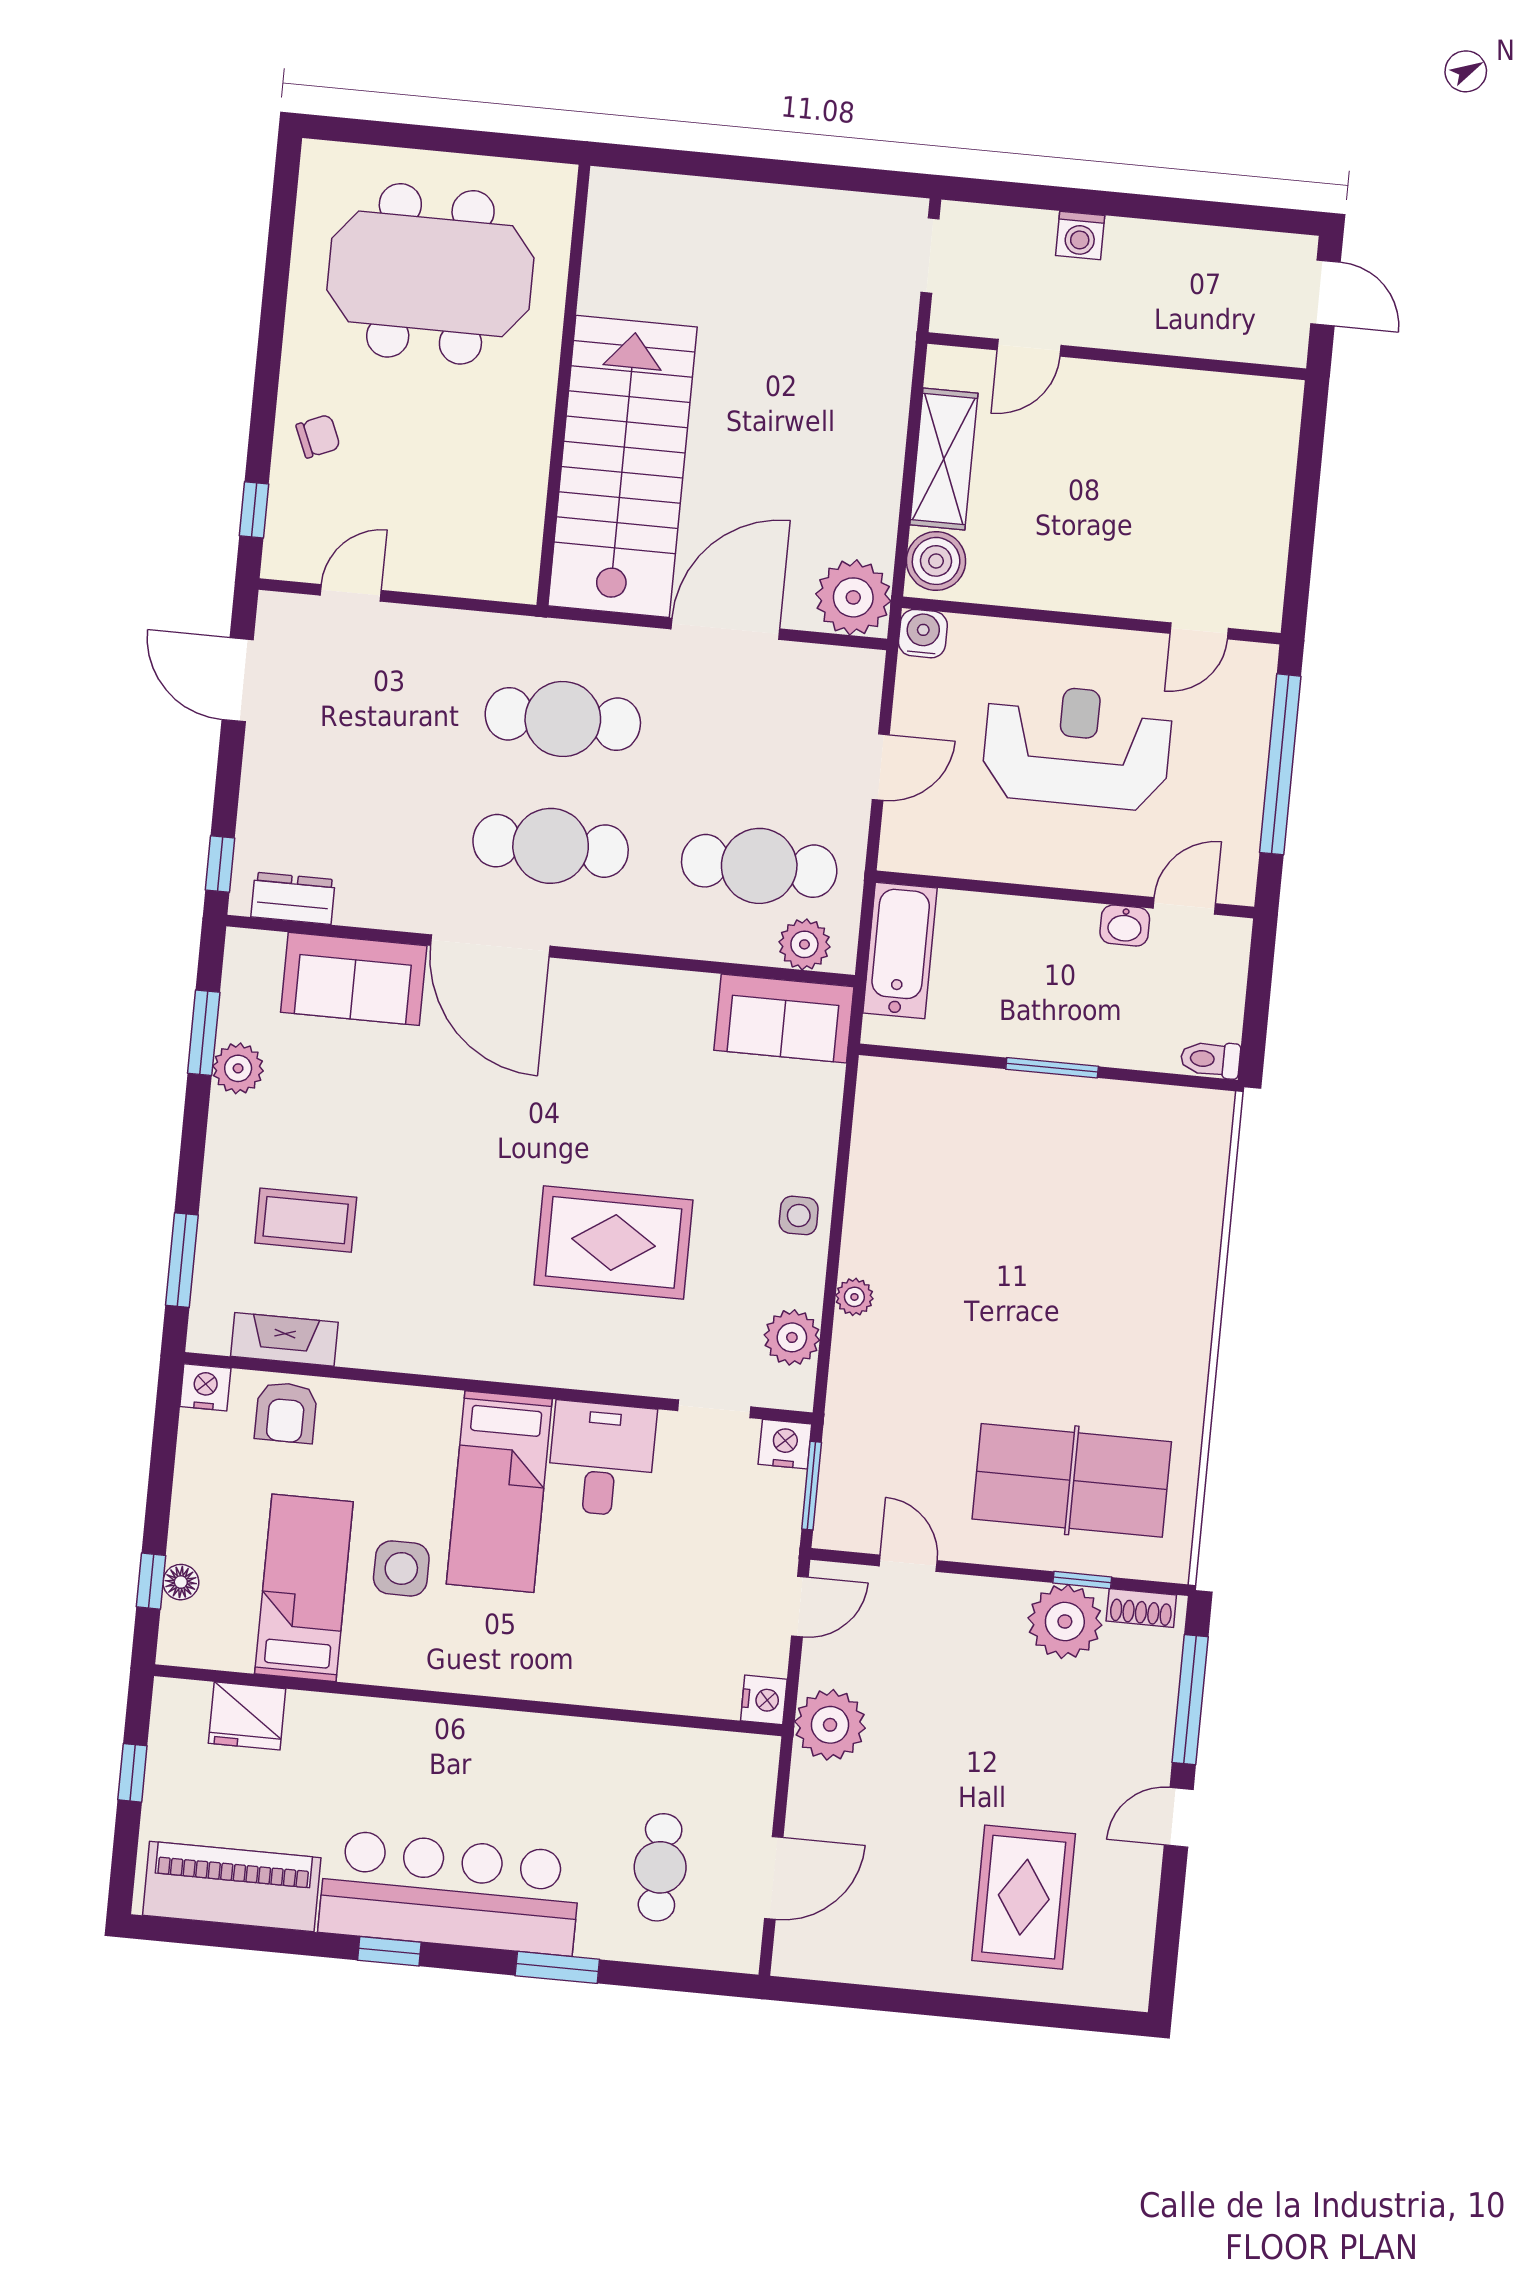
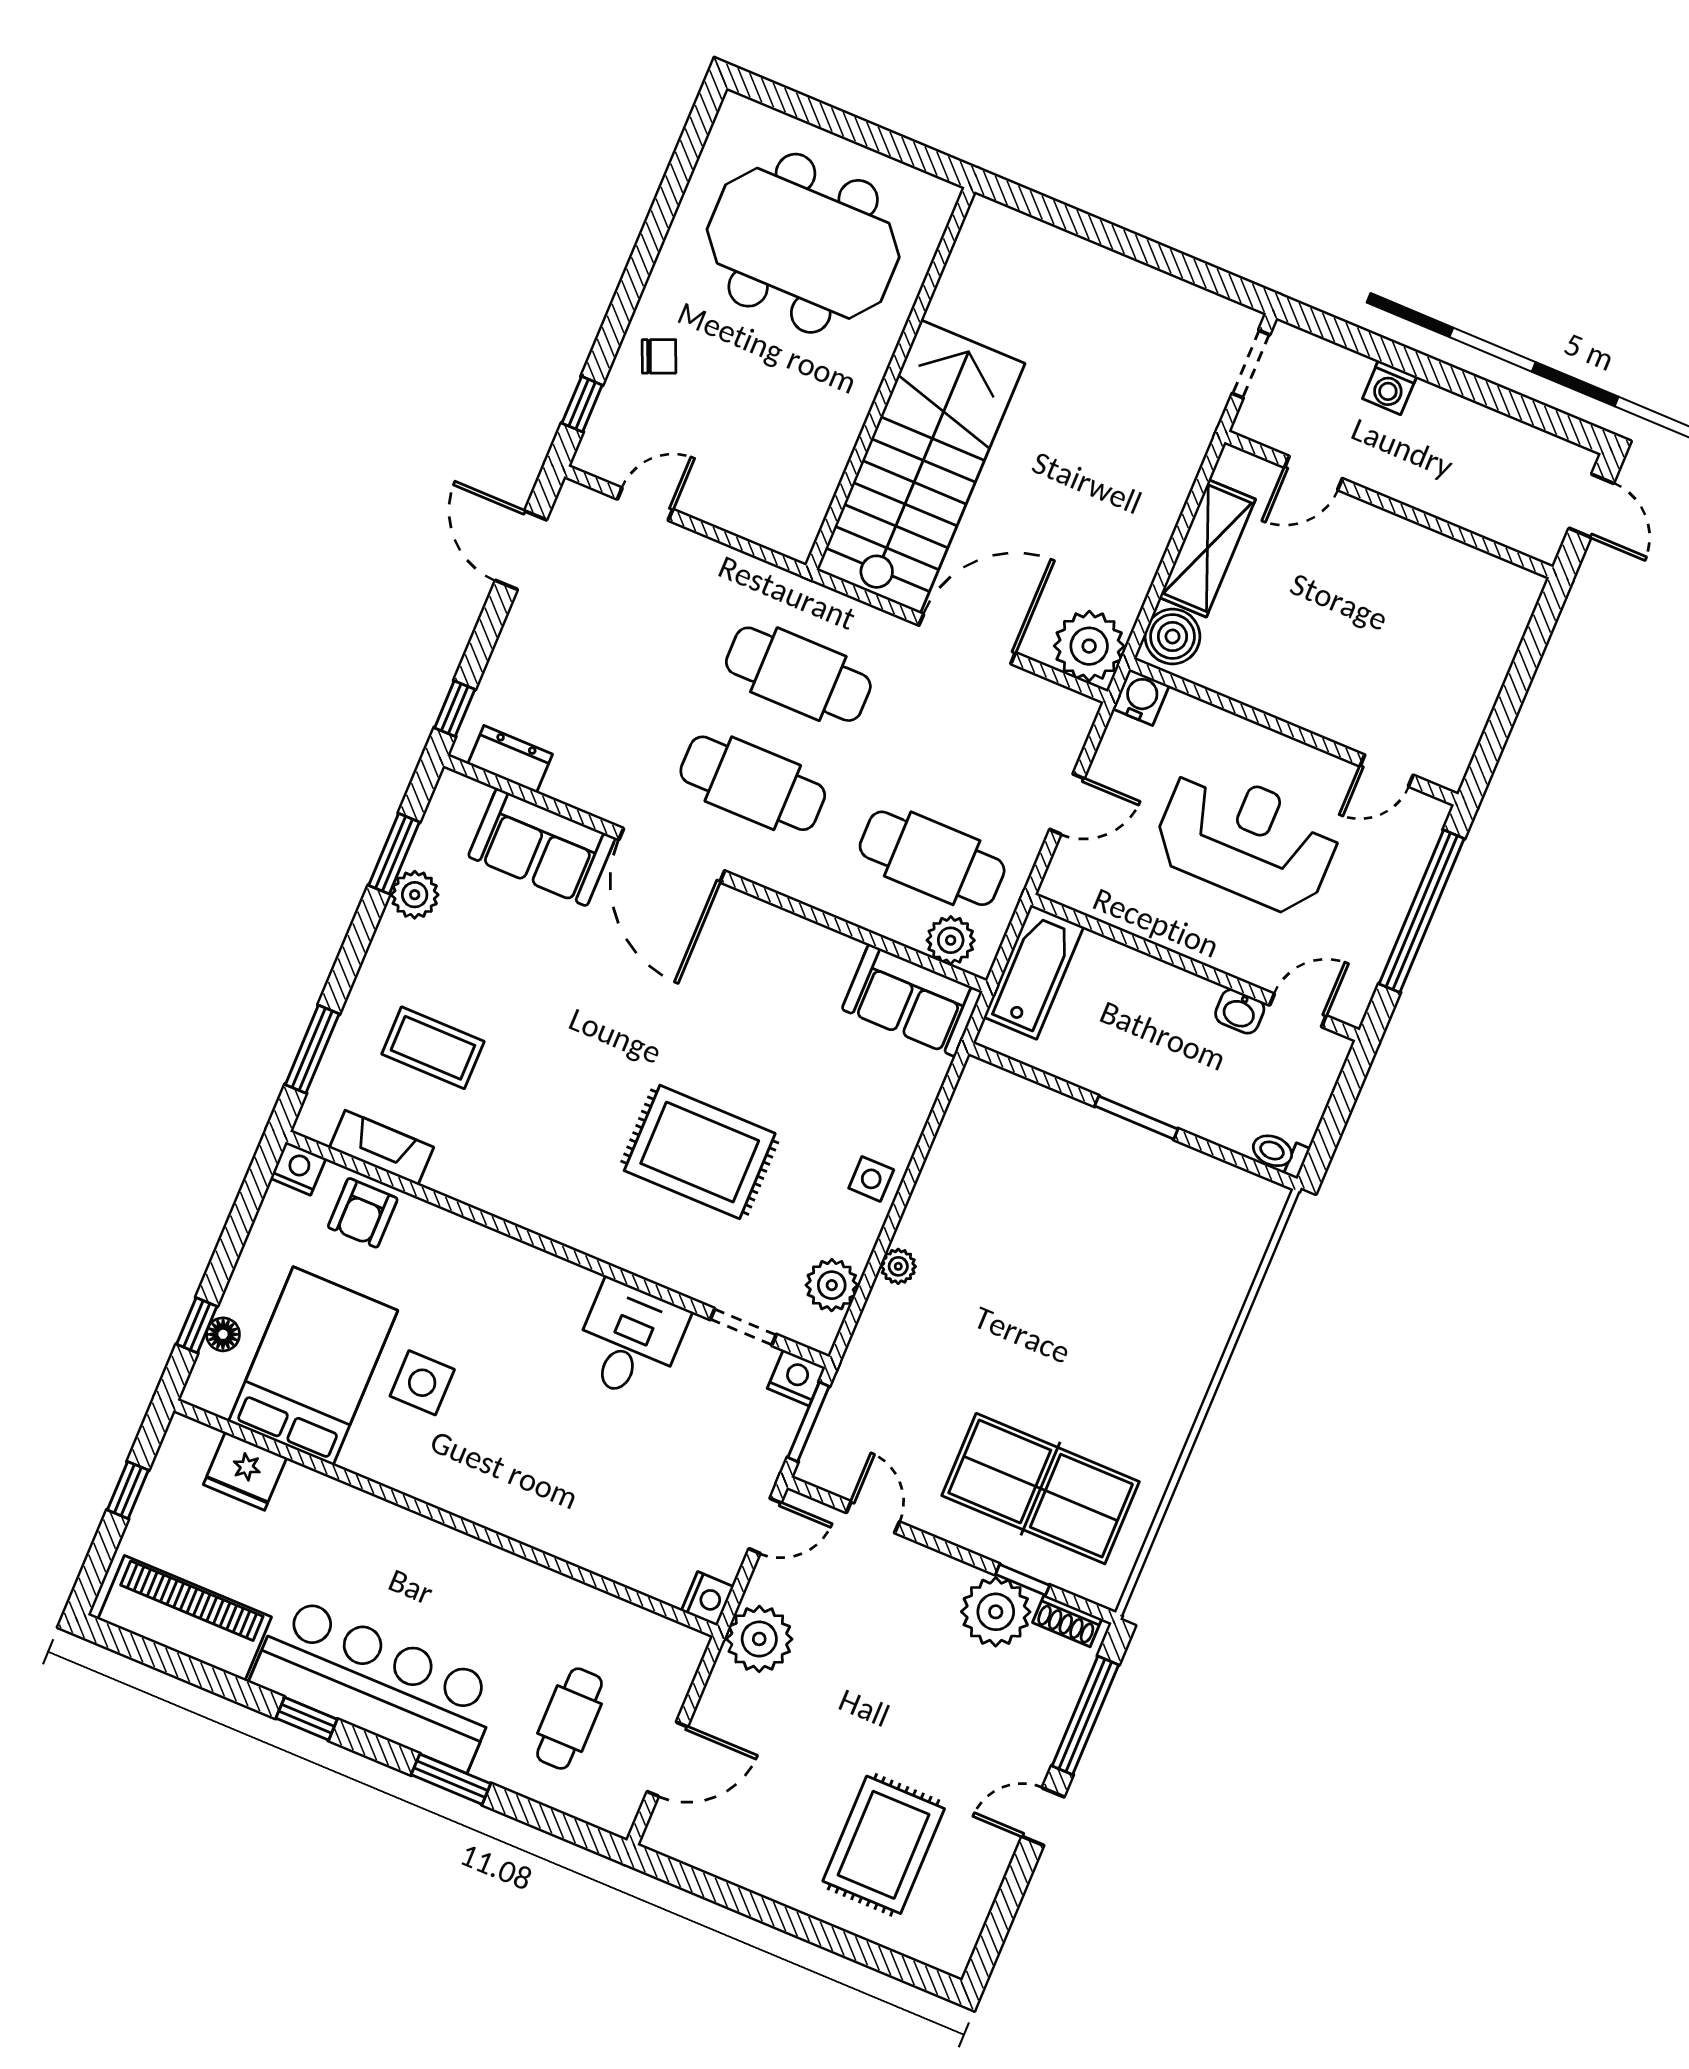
bed: (499, 1492) -> (530, 1341), removed
bed: (304, 1588) -> (313, 1366), width x1.50

